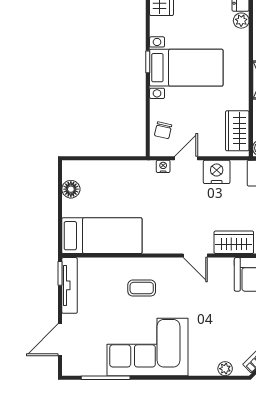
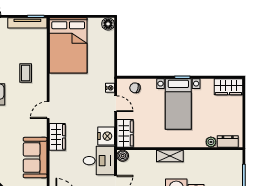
wardrobe: (237, 131) -> (125, 133), moved, turned 90
nightstand: (217, 172) -> (106, 136), moved
floor lamp: (71, 189) -> (108, 24), moved
bed: (102, 236) -> (68, 45), width x1.50

